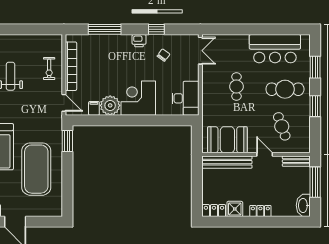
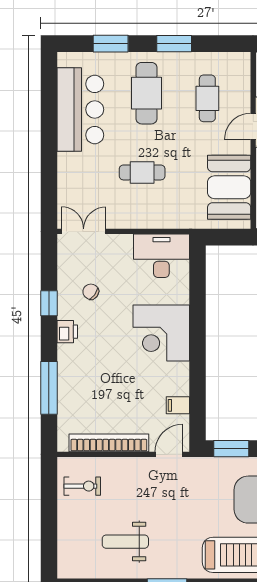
exercise bike: (49, 69) -> (82, 486), moved
plant: (110, 105) -> (173, 379), removed
cafe table: (282, 126) -> (207, 98), turned -70

